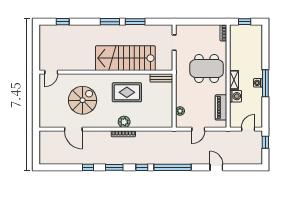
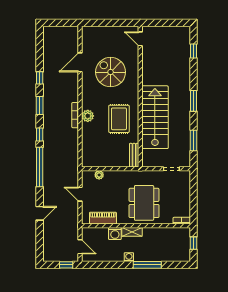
window: (135, 22) -> (193, 141), moved
window: (265, 83) -> (147, 265), moved
spiral stairs: (83, 100) -> (111, 72), turned 180

